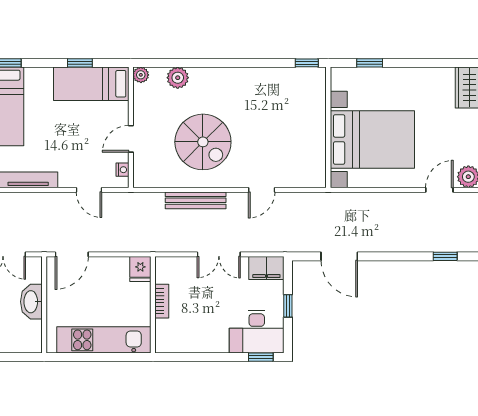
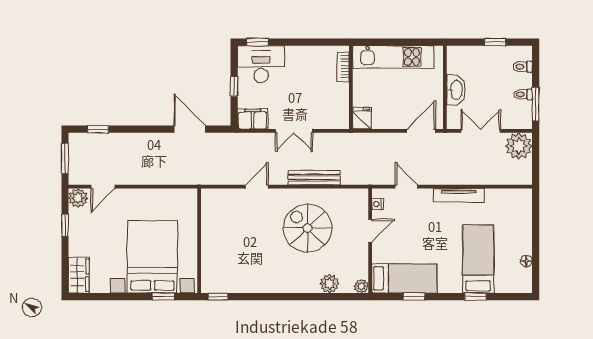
bed with nightstands: (372, 139) -> (153, 257), moved, turned 90
double door: (219, 254) -> (294, 131), swing flipped
bookcase: (162, 301) -> (343, 67), moved

